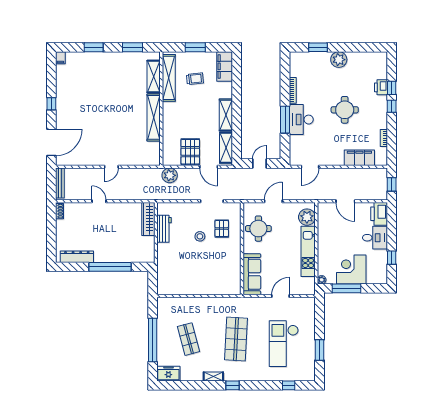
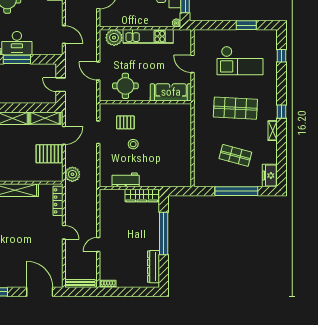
locker: (143, 161) -> (58, 201), added
wardrobe: (148, 219) -> (142, 195), moved
shop shelf: (189, 339) -> (235, 155), turned 30

